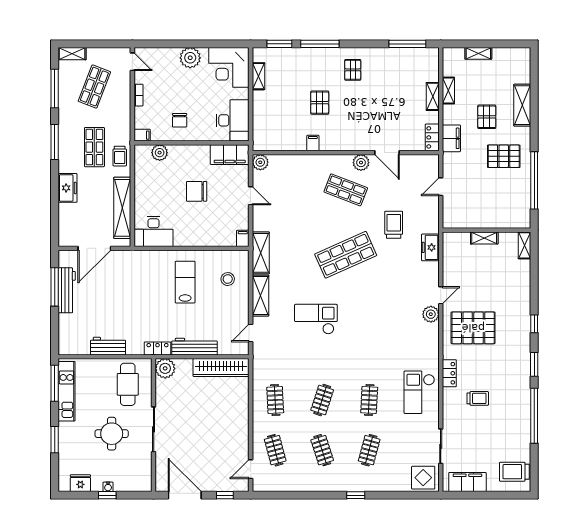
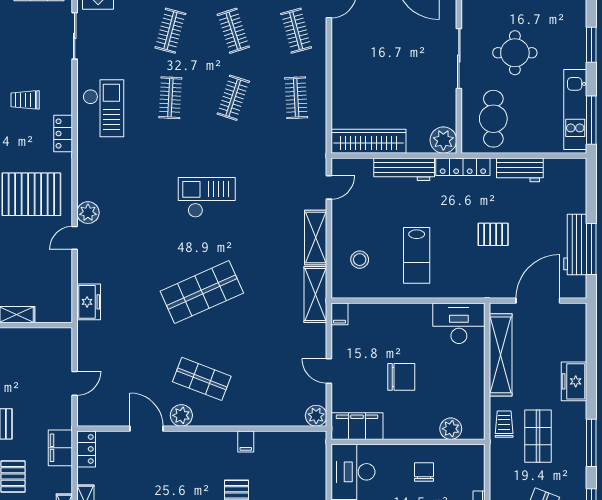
filing cabinet: (142, 135) -> (474, 452), removed
trolley: (394, 225) -> (138, 332), removed
pallet: (128, 298) -> (493, 234), added
checkout: (316, 319) -> (207, 197), moved, turned 180
locker: (157, 348) -> (463, 167), width x1.53

